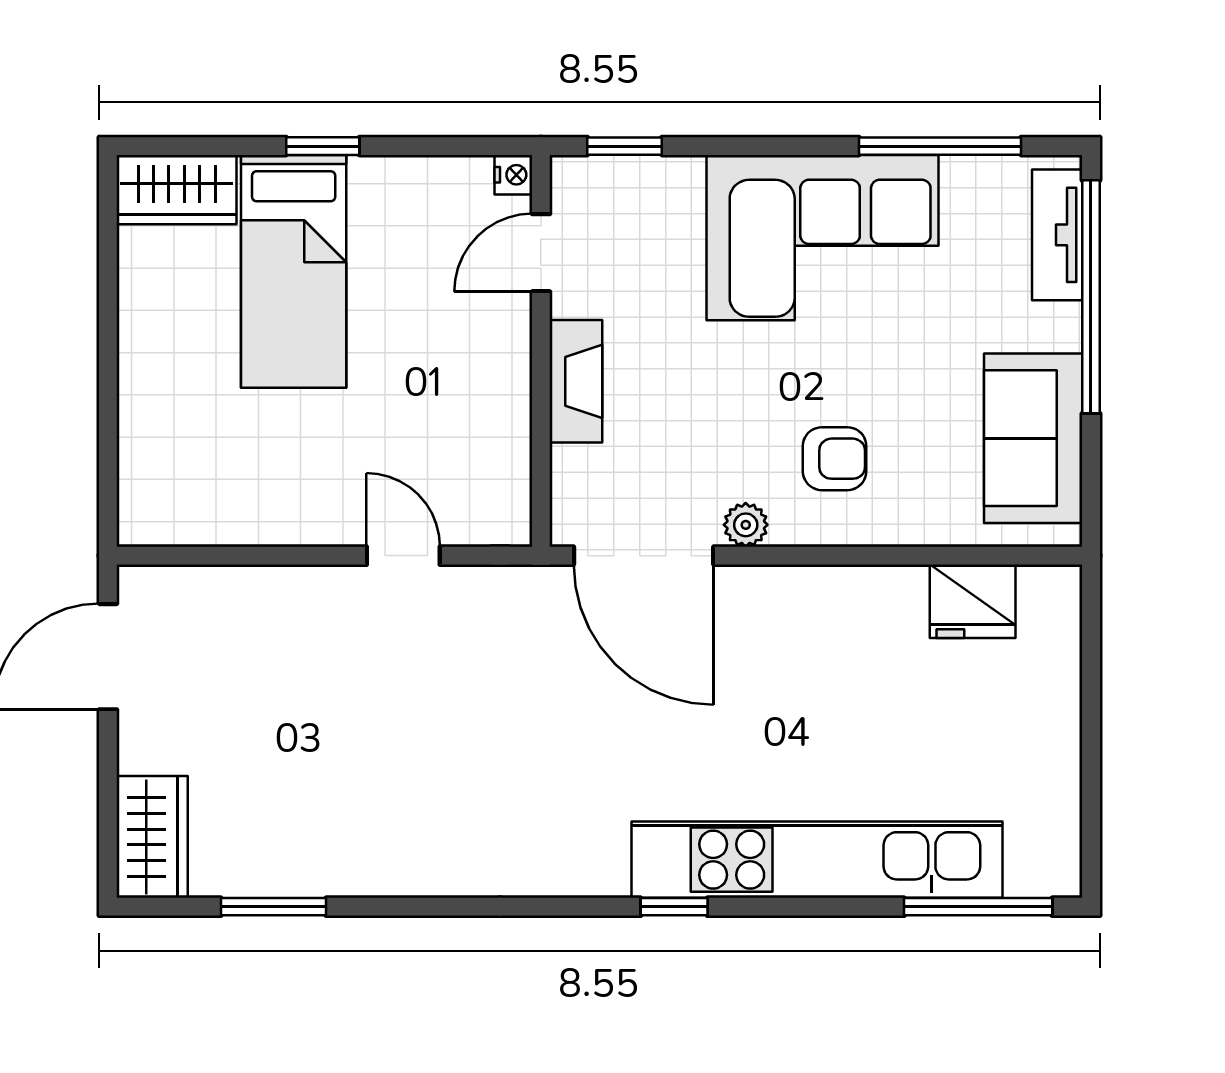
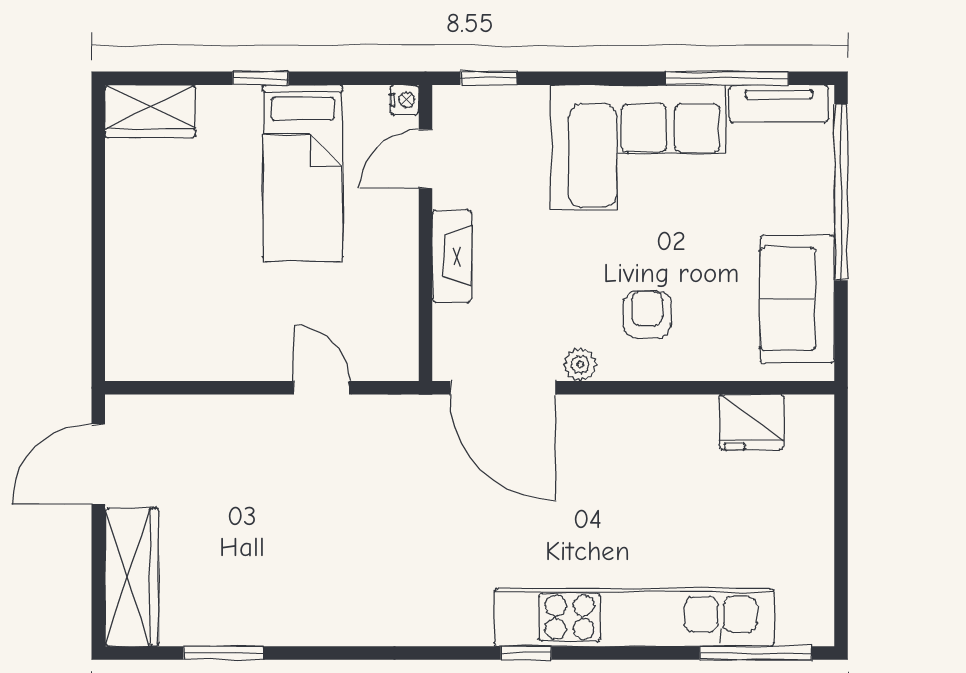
tv unit: (1057, 235) -> (779, 104), moved, turned -90
bed: (294, 271) -> (303, 173), moved
armchair: (835, 459) -> (647, 314), turned -90
wardrobe: (152, 837) -> (132, 577), width x1.50

